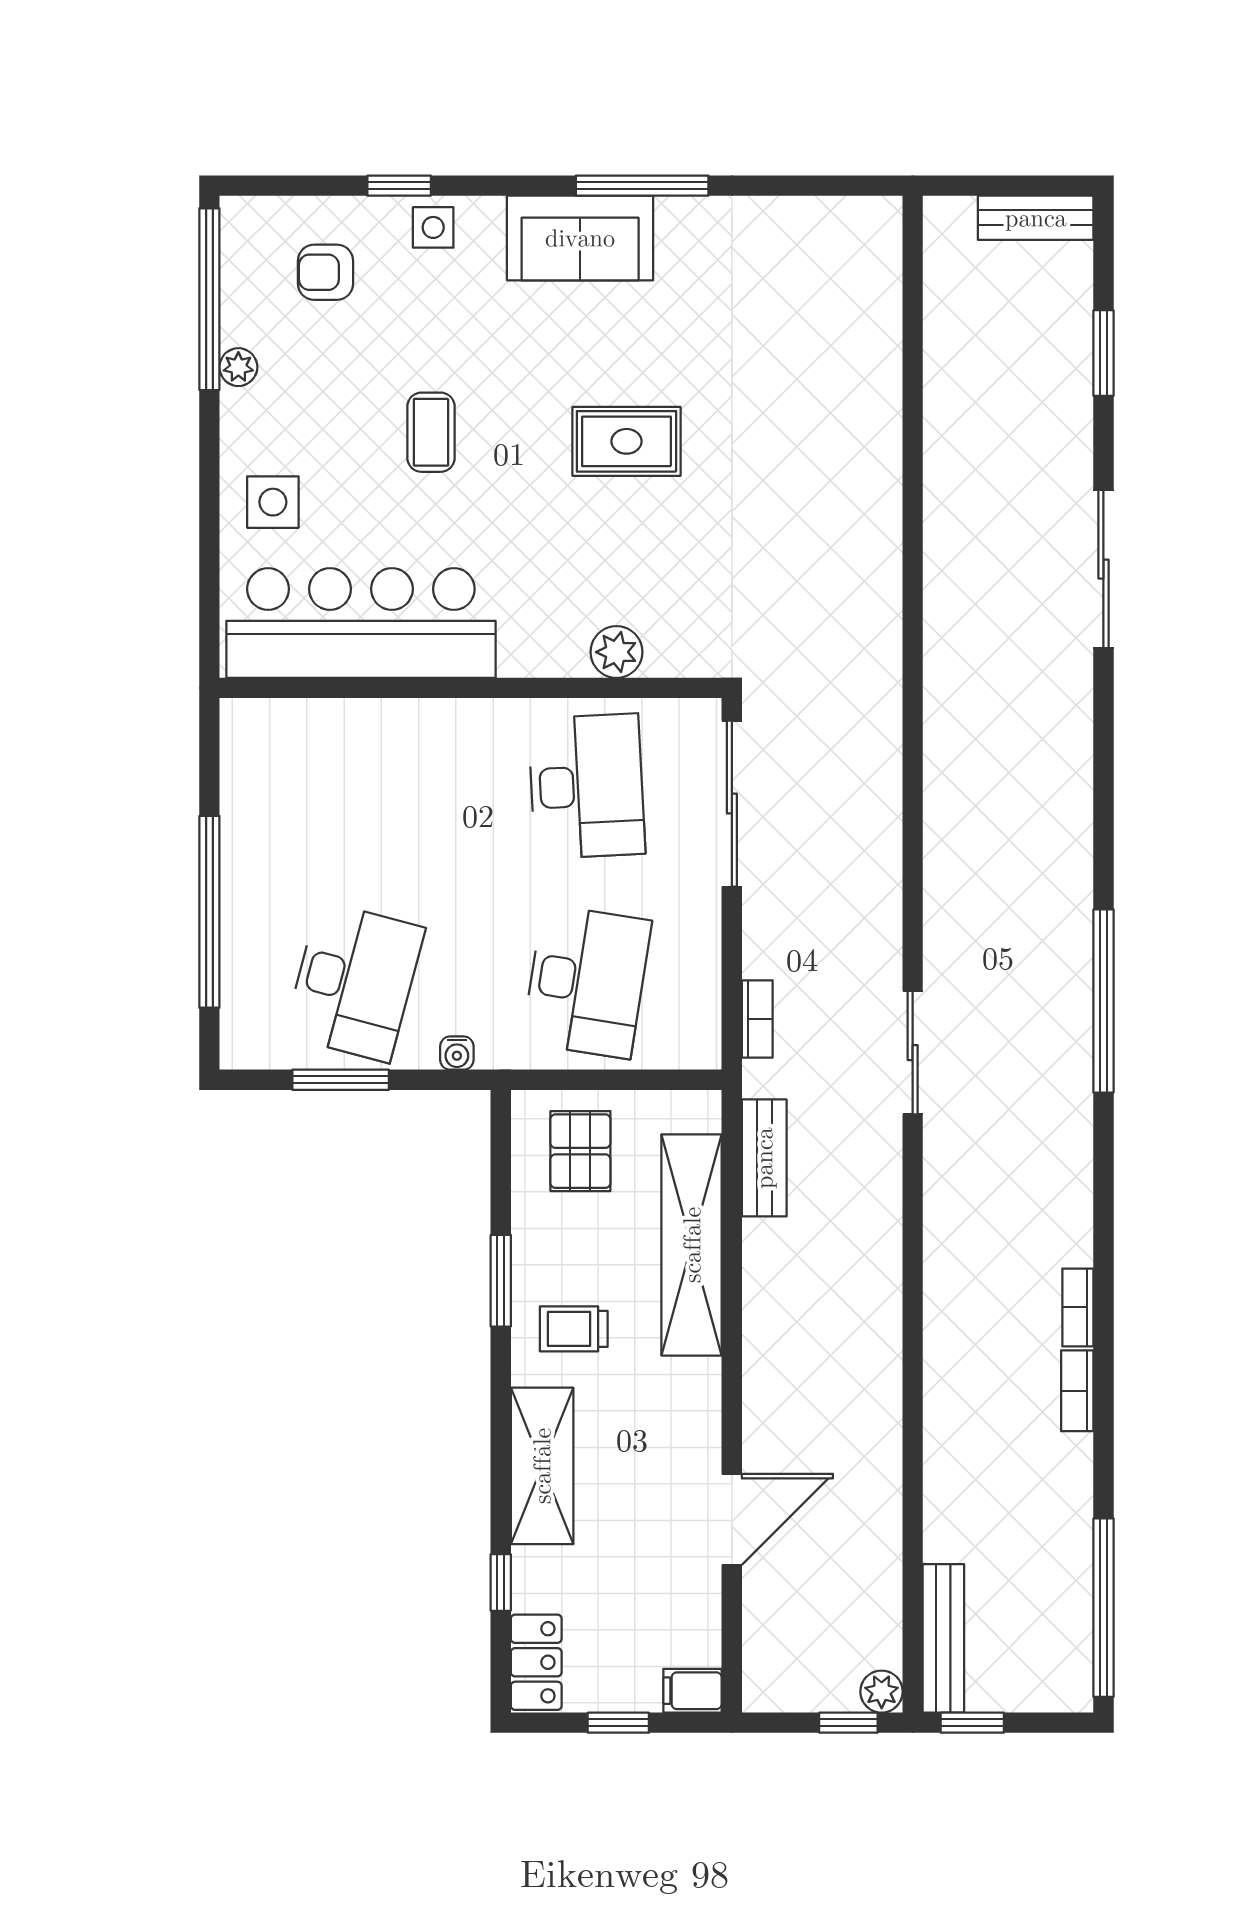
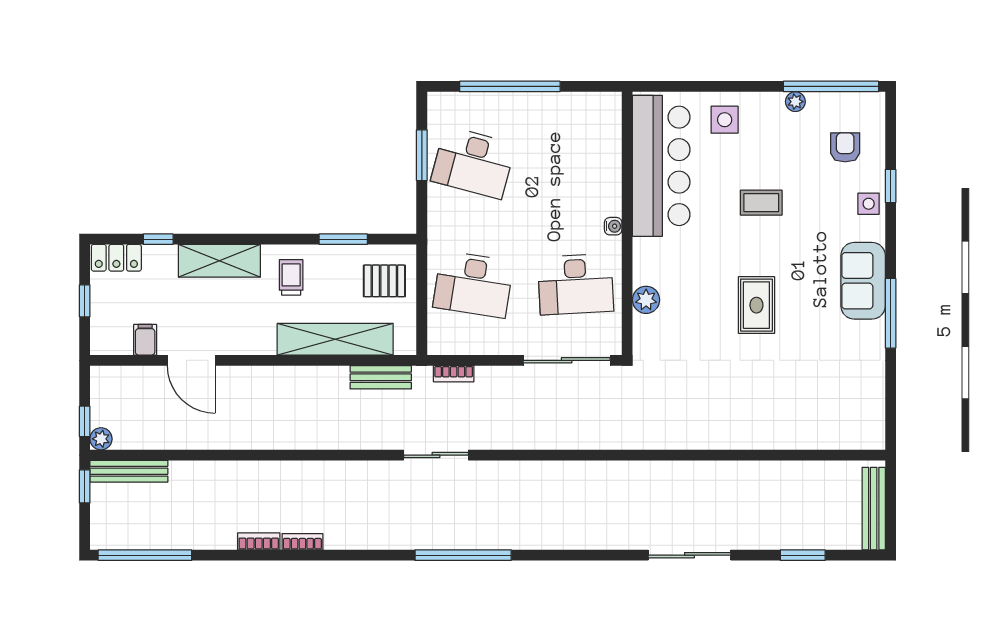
bench: (1036, 218) -> (874, 509), width x1.36
water cooler: (457, 1053) -> (613, 226), moved, turned 180
window: (501, 1281) -> (343, 239), moved
filing cabinet: (693, 1691) -> (145, 340), moved

